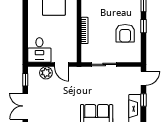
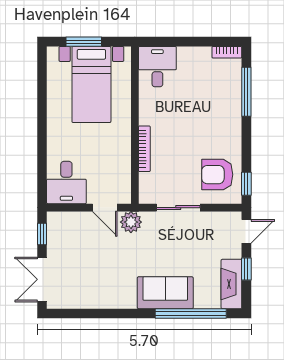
window: (144, 26) -> (246, 184), moved
armchair: (125, 33) -> (217, 175), moved, turned 90
plant: (46, 73) -> (131, 222), moved

